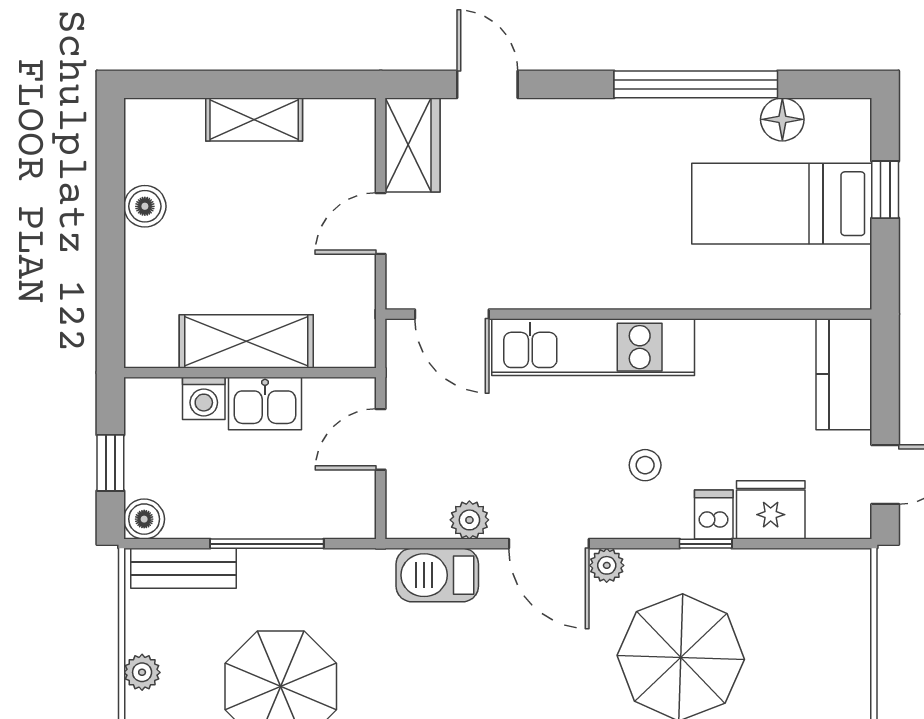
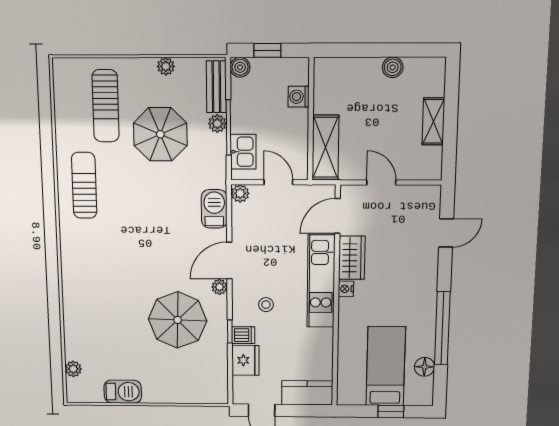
wardrobe: (413, 145) -> (352, 258), moved, turned -90
nightstand: (609, 293) -> (346, 289), added
shelving: (246, 341) -> (326, 147), moved
kitchen sink: (265, 403) -> (243, 152), moved, turned 180
plant: (469, 520) -> (240, 193), moved
plant: (259, 567) -> (217, 124), added

